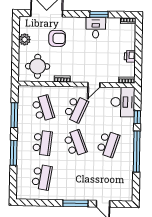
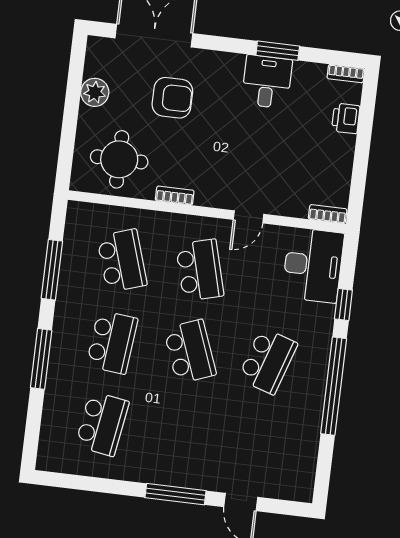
printer: (130, 56) -> (346, 118), moved
school desk: (76, 109) -> (200, 270), turned -39

